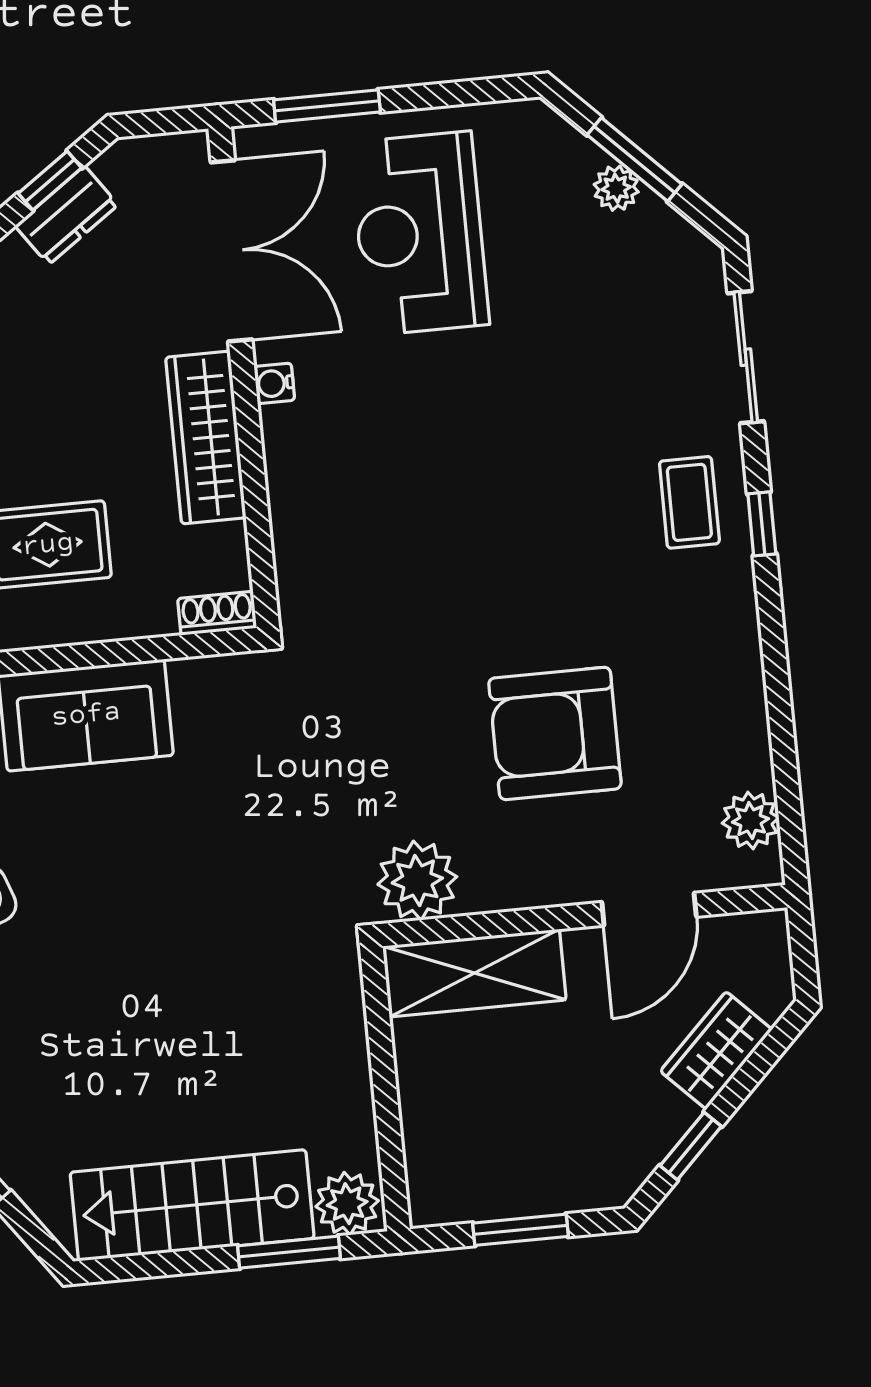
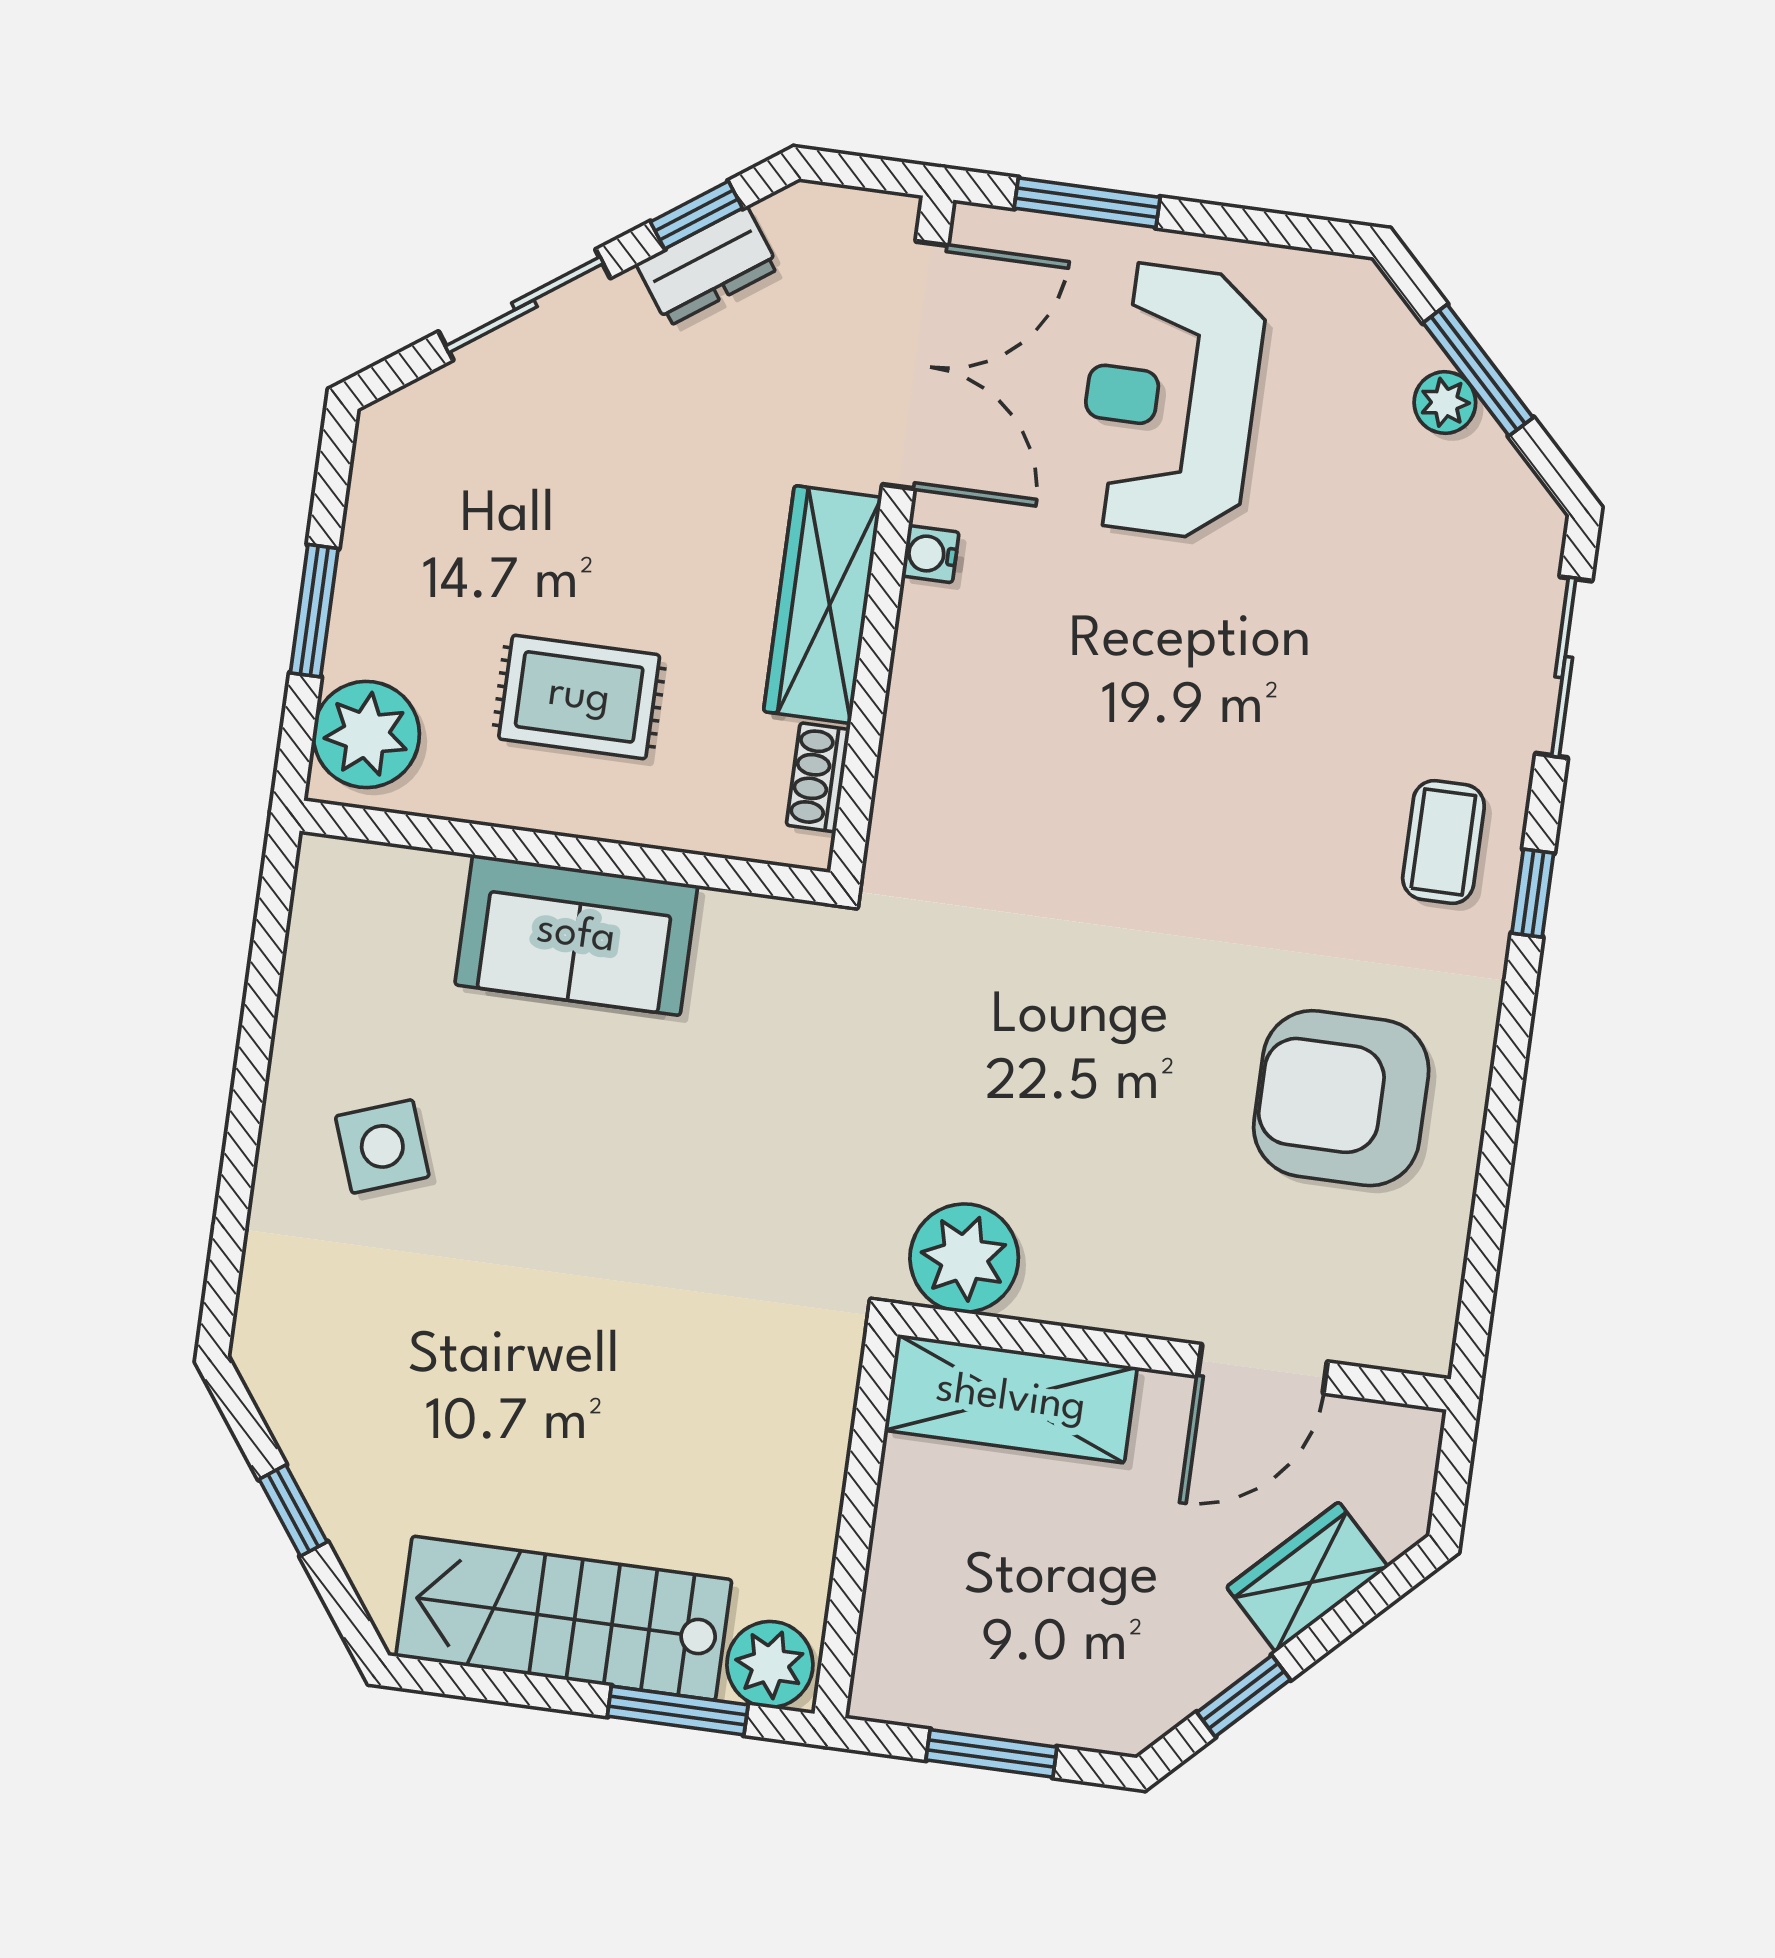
shoe rack: (217, 613) -> (818, 777), moved, turned -90
armchair: (555, 733) -> (1341, 1098), moved
plant: (751, 820) -> (1425, 1283), removed

